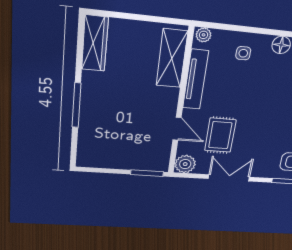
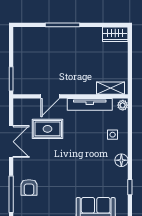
wardrobe: (95, 43) -> (115, 34), width x0.67
shelving: (172, 58) -> (111, 88), width x0.67, depth x0.75
plant: (185, 164) -> (21, 106), removed

